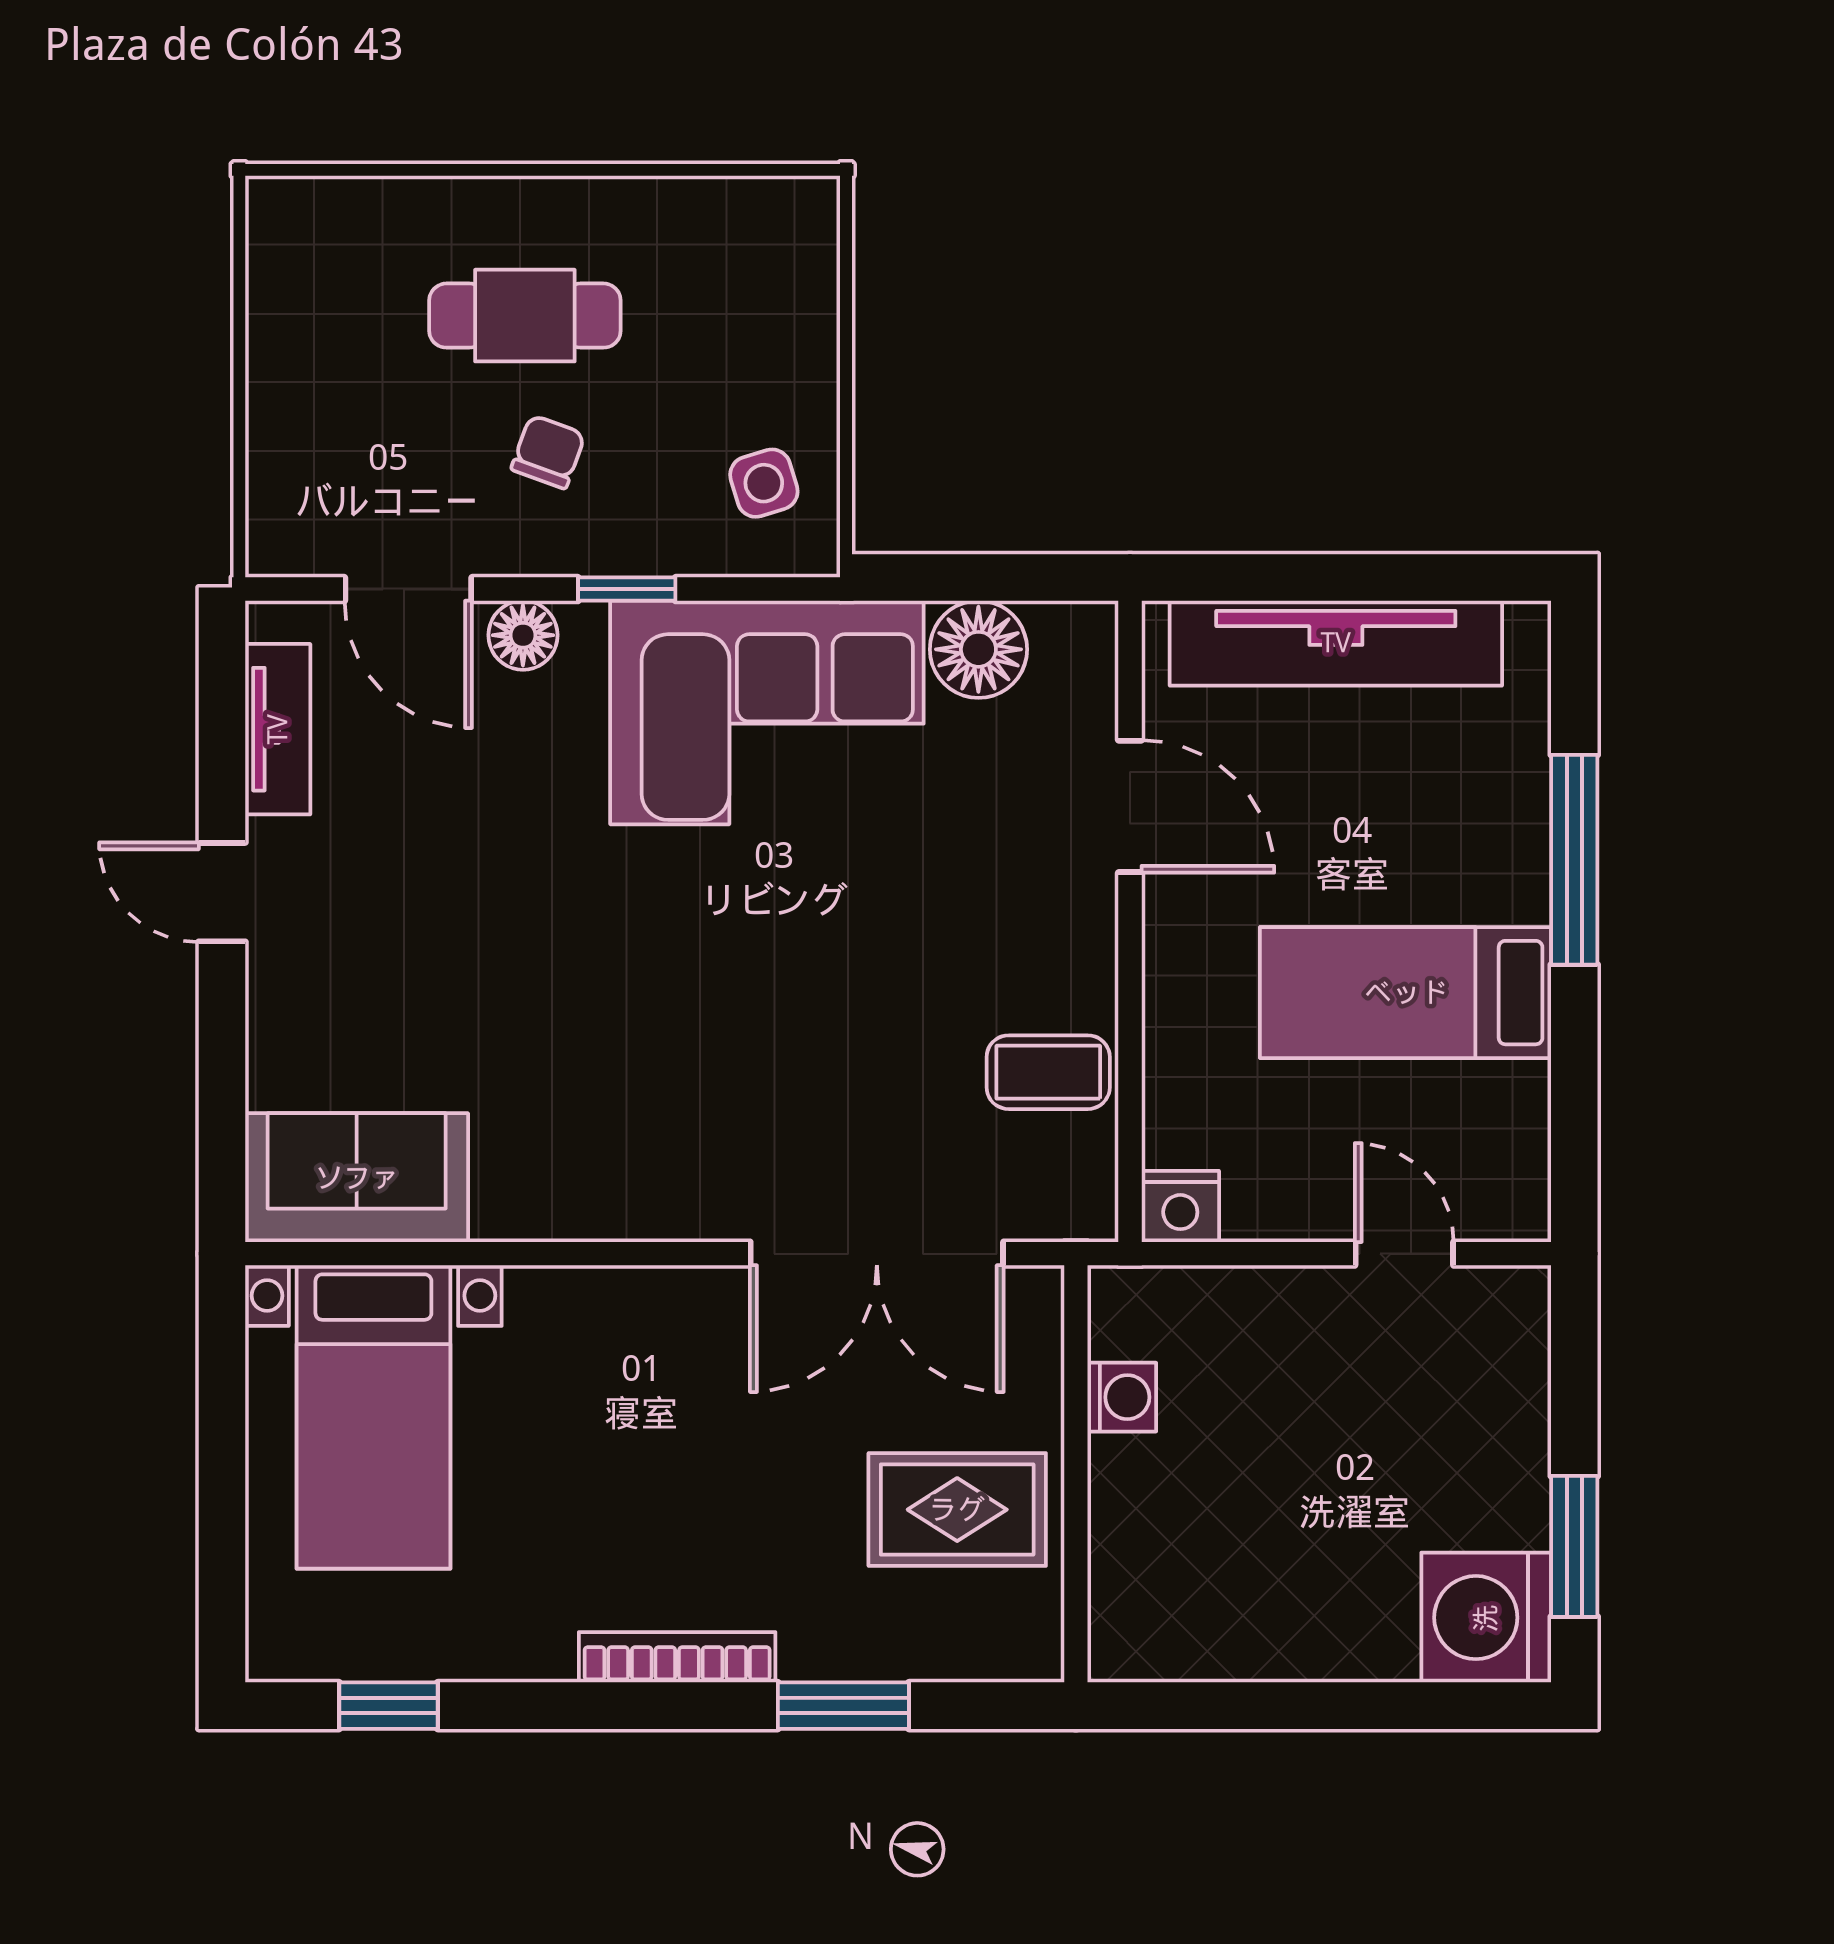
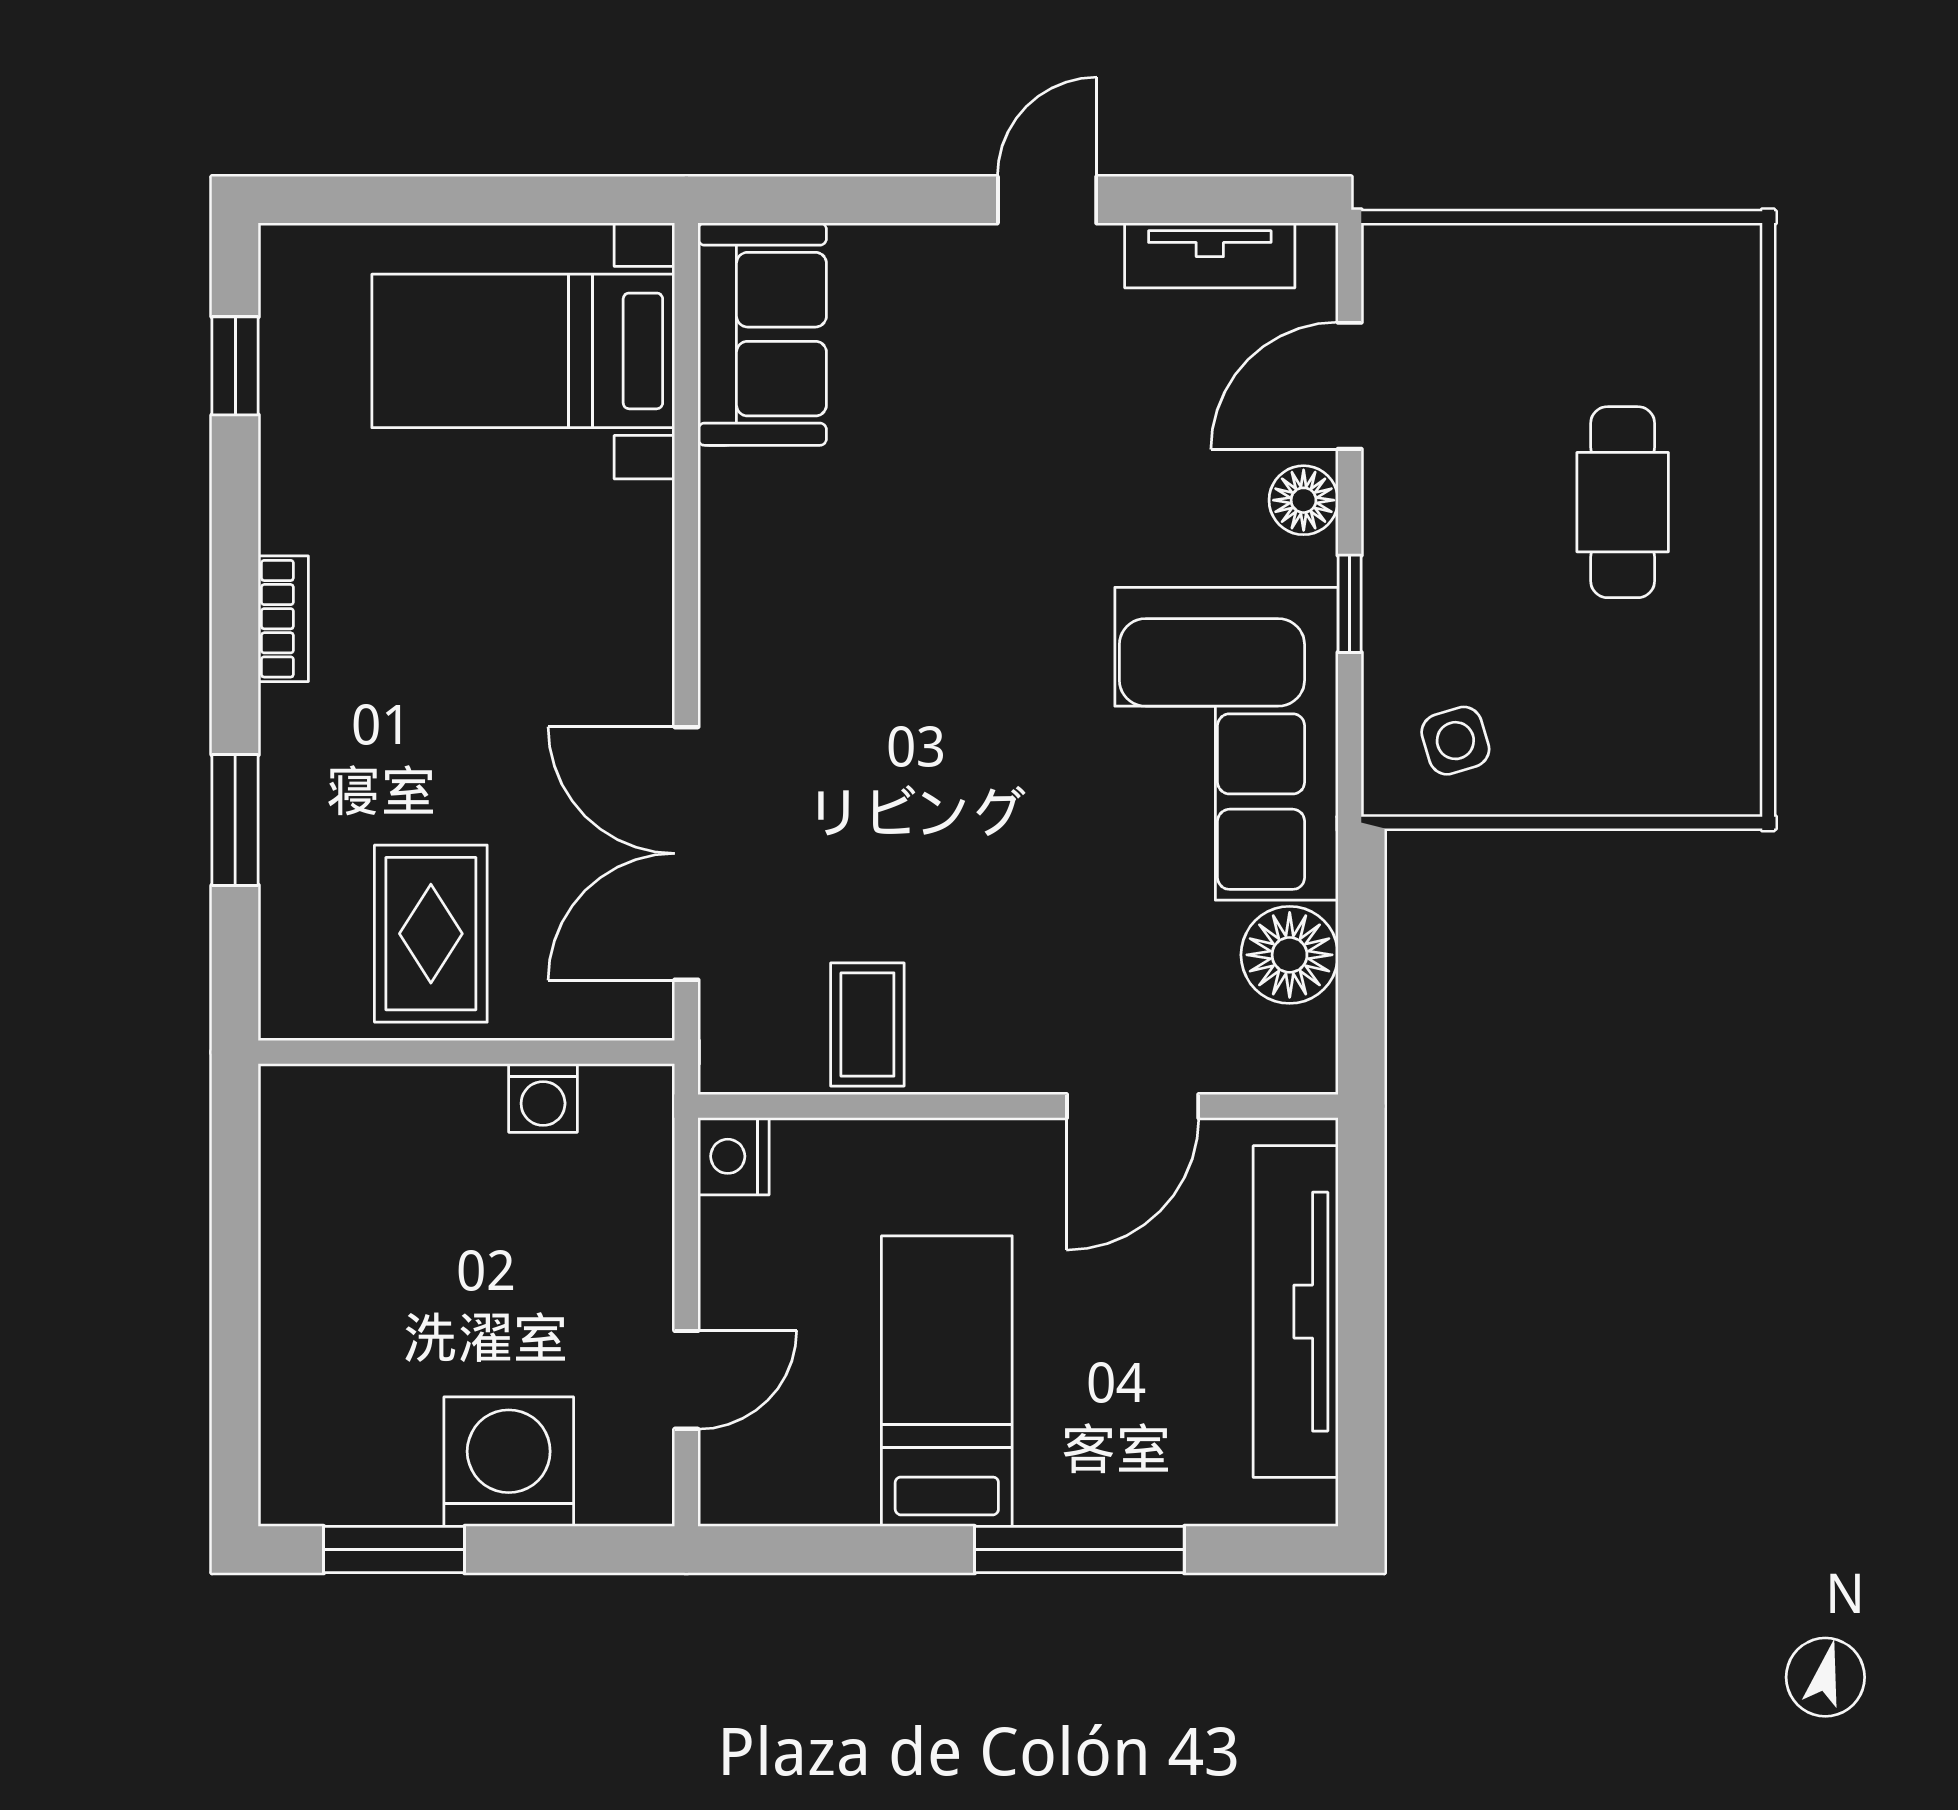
chair: (548, 452) -> (1487, 525), removed
washing machine: (1486, 1618) -> (509, 1462), moved
bookcase: (677, 1657) -> (283, 619), width x0.64

